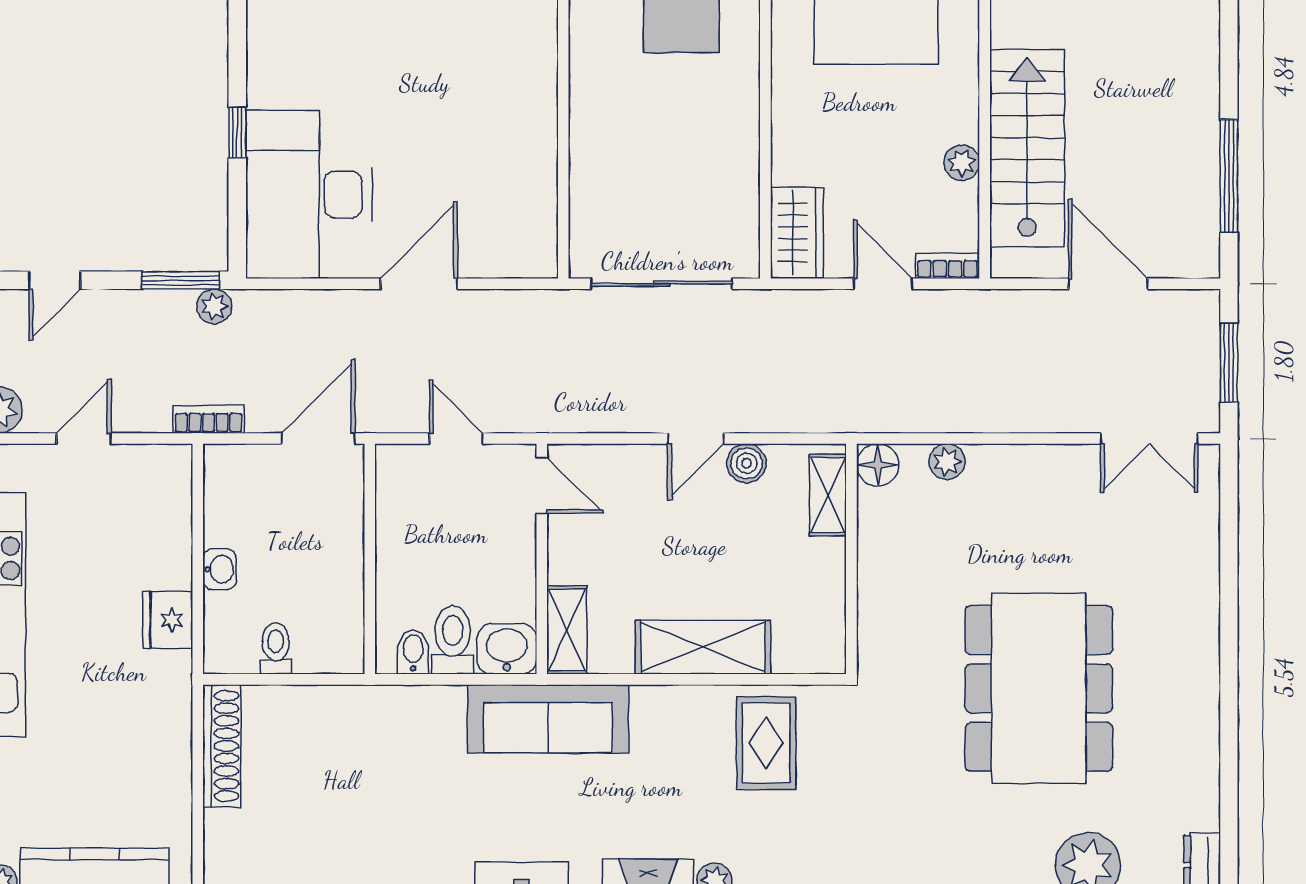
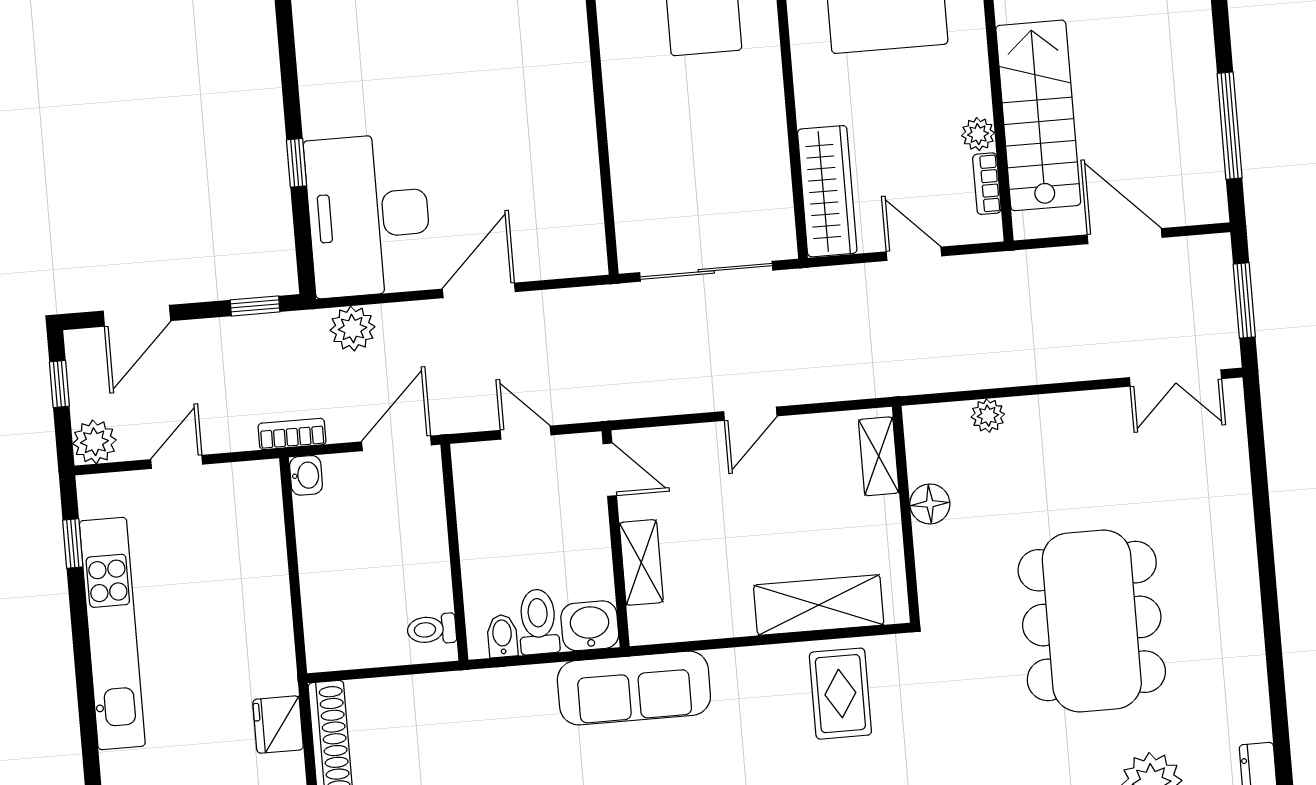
wardrobe: (797, 232) -> (827, 191), width x1.50
bookcase: (947, 266) -> (987, 184), moved, turned -90
door: (55, 280) -> (137, 316), width x1.38
window: (181, 280) -> (255, 306), width x0.67
plant: (214, 306) -> (352, 329), moved, width x1.38, depth x1.38
boiler: (746, 463) -> (800, 433), removed
floor lamp: (878, 465) -> (930, 504), moved
washbasin: (220, 569) -> (306, 475), moved
fridge: (168, 620) -> (278, 725), moved
shelving: (567, 630) -> (641, 562), moved
shelving: (703, 647) -> (819, 605), moved
toilet: (276, 649) -> (432, 629), moved, turned -90

